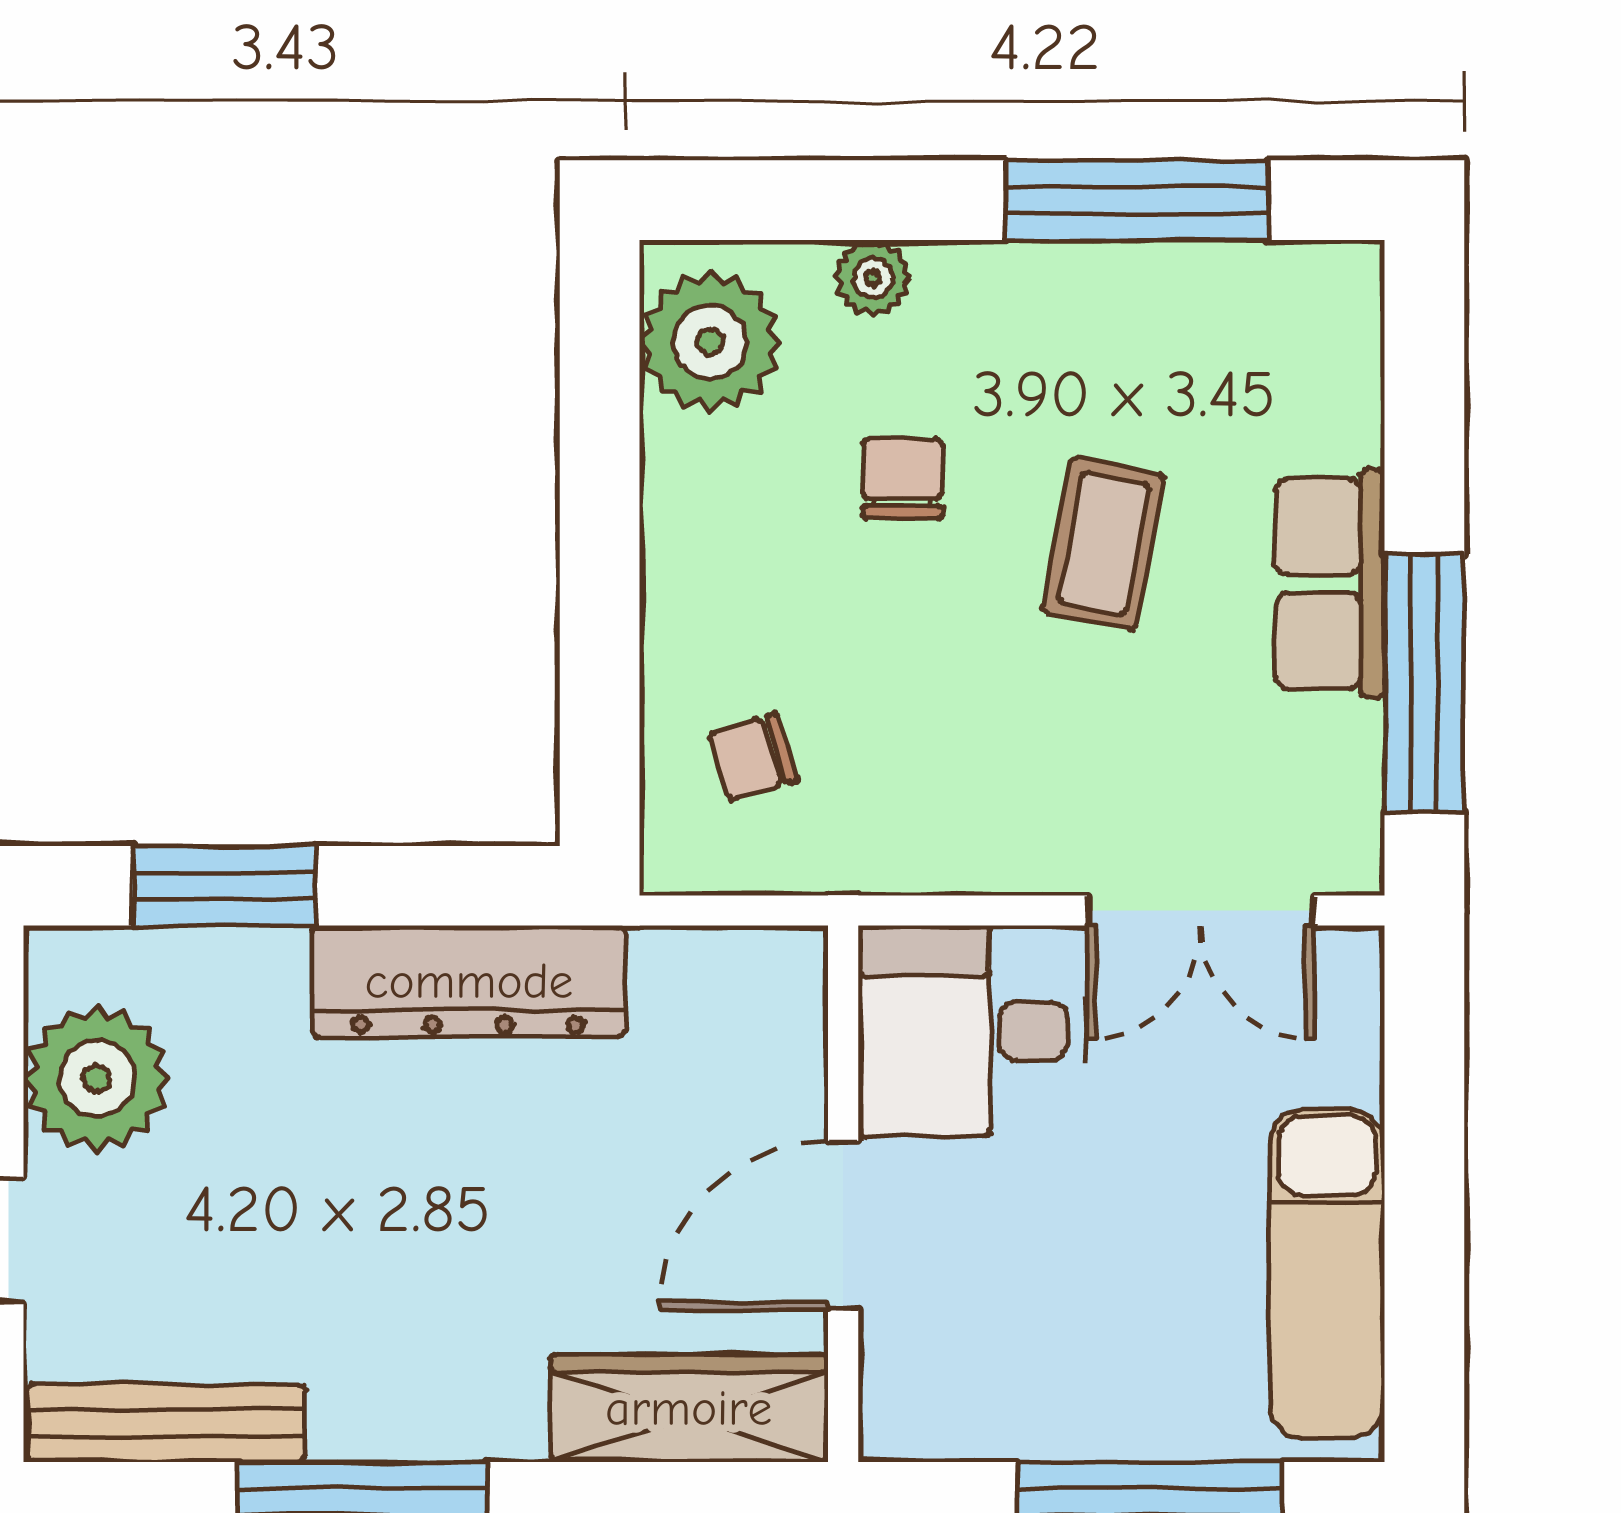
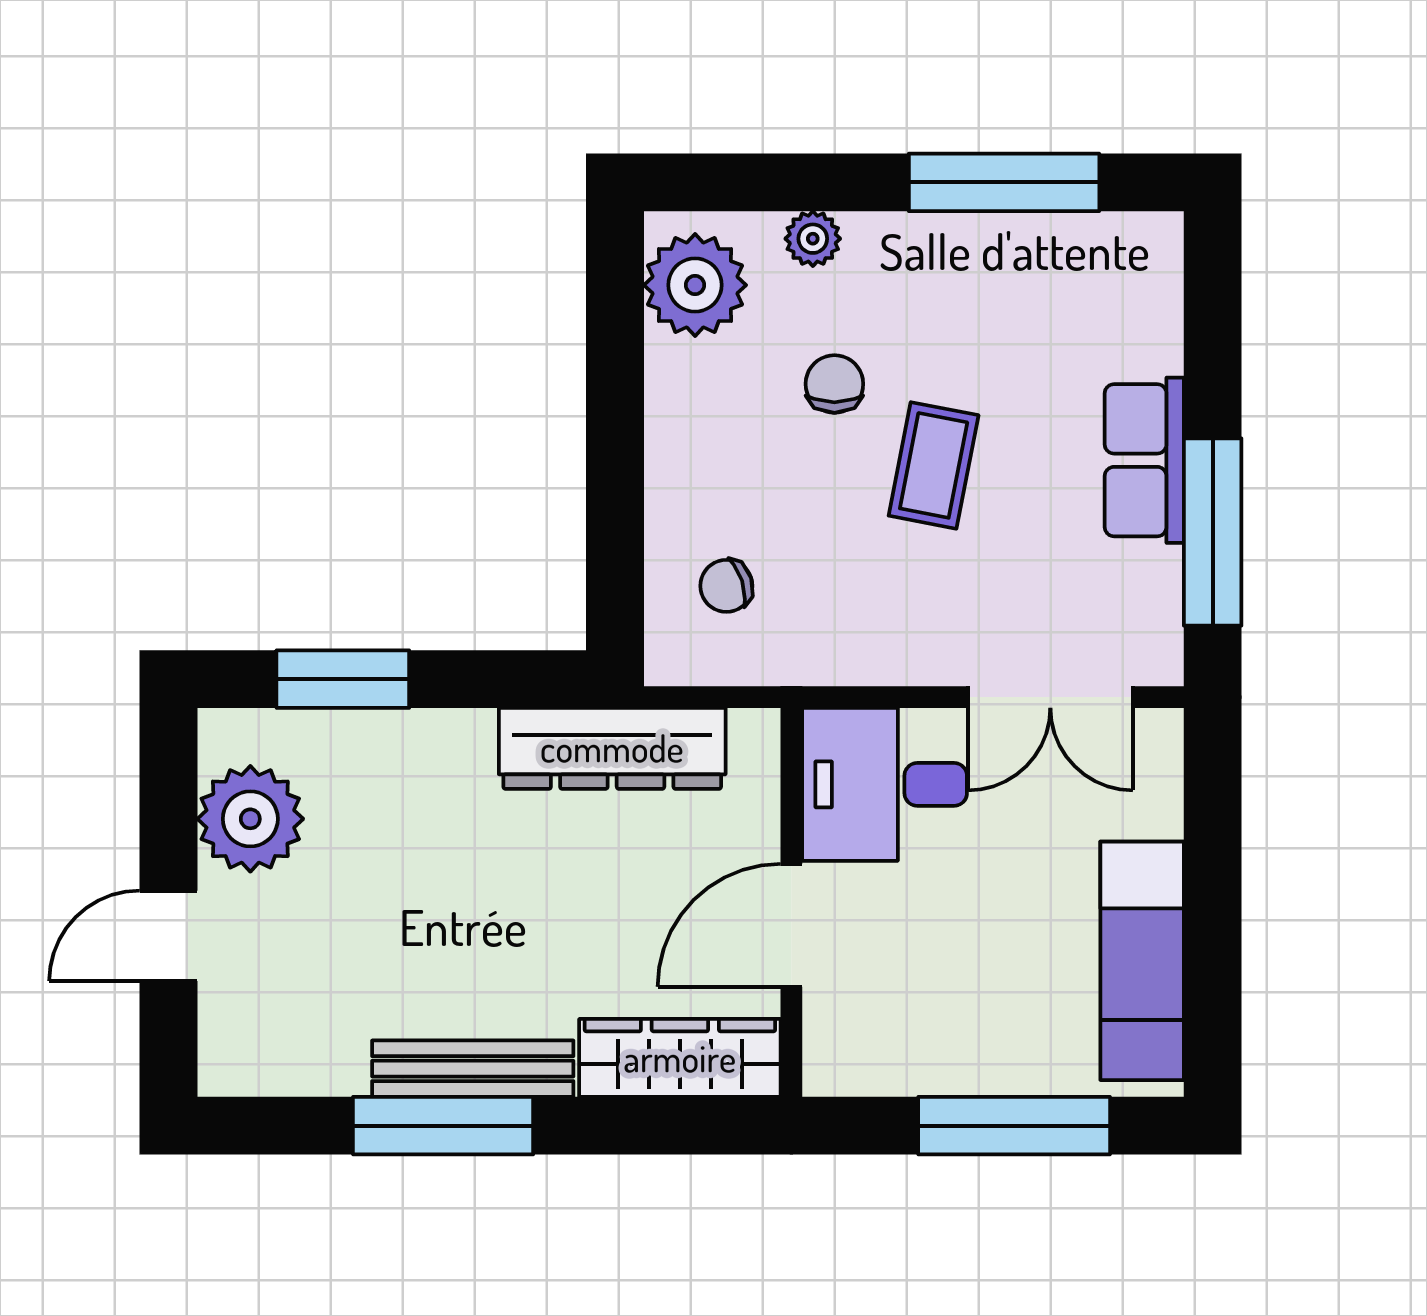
coffee table: (1104, 544) -> (934, 465), moved
dresser: (469, 981) -> (612, 748), moved
bench: (166, 1423) -> (473, 1069), moved

